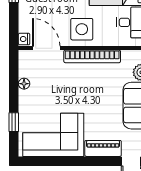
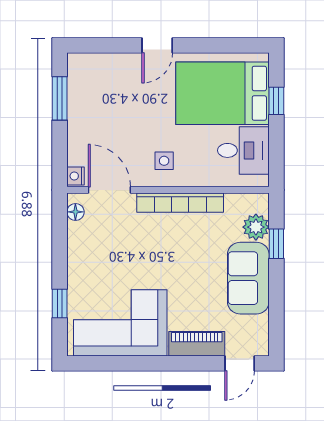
side table: (82, 29) -> (164, 161), width x0.54, depth x0.54
floor lamp: (24, 84) -> (75, 212), moved

